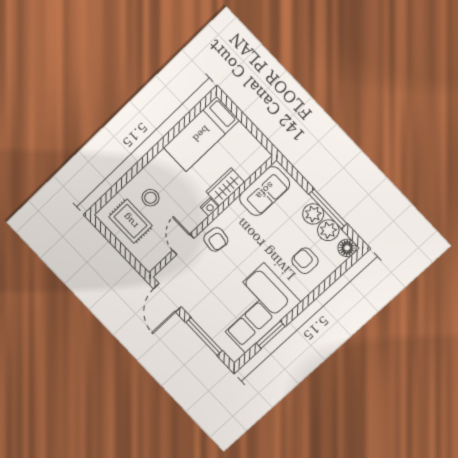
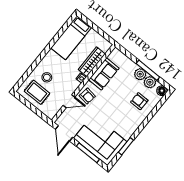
wardrobe: (225, 187) -> (92, 62), width x1.50
sofa: (265, 191) -> (104, 74), moved
door: (183, 244) -> (69, 101), swing flipped
corner sofa: (255, 308) -> (100, 140), moved, turned 90

